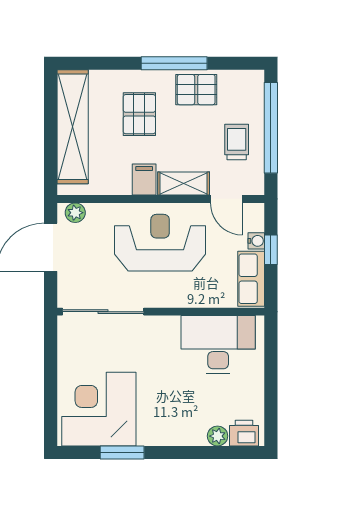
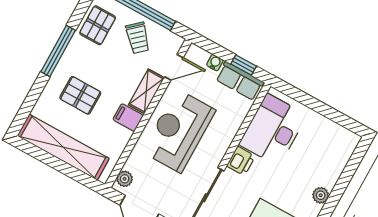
pallet: (196, 90) -> (98, 25), moved
trolley: (237, 142) -> (138, 38), turned -132
window: (271, 250) -> (244, 65), moved
printer: (244, 433) -> (241, 161), moved, turned 180
plant: (218, 436) -> (321, 195), moved

